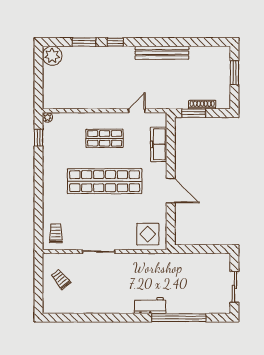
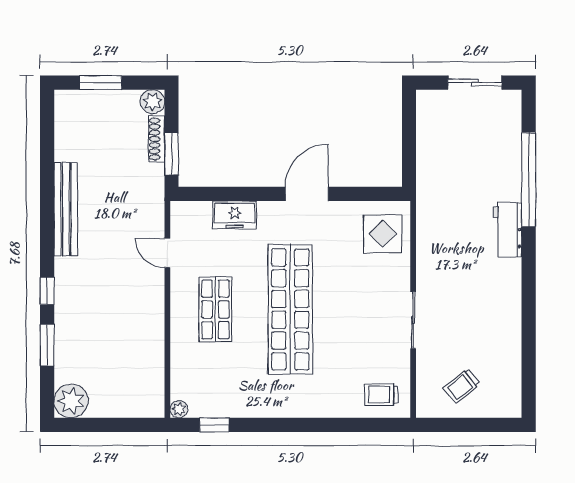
plant: (223, 102) -> (152, 102), added
freezer: (159, 144) -> (235, 215), width x0.71

